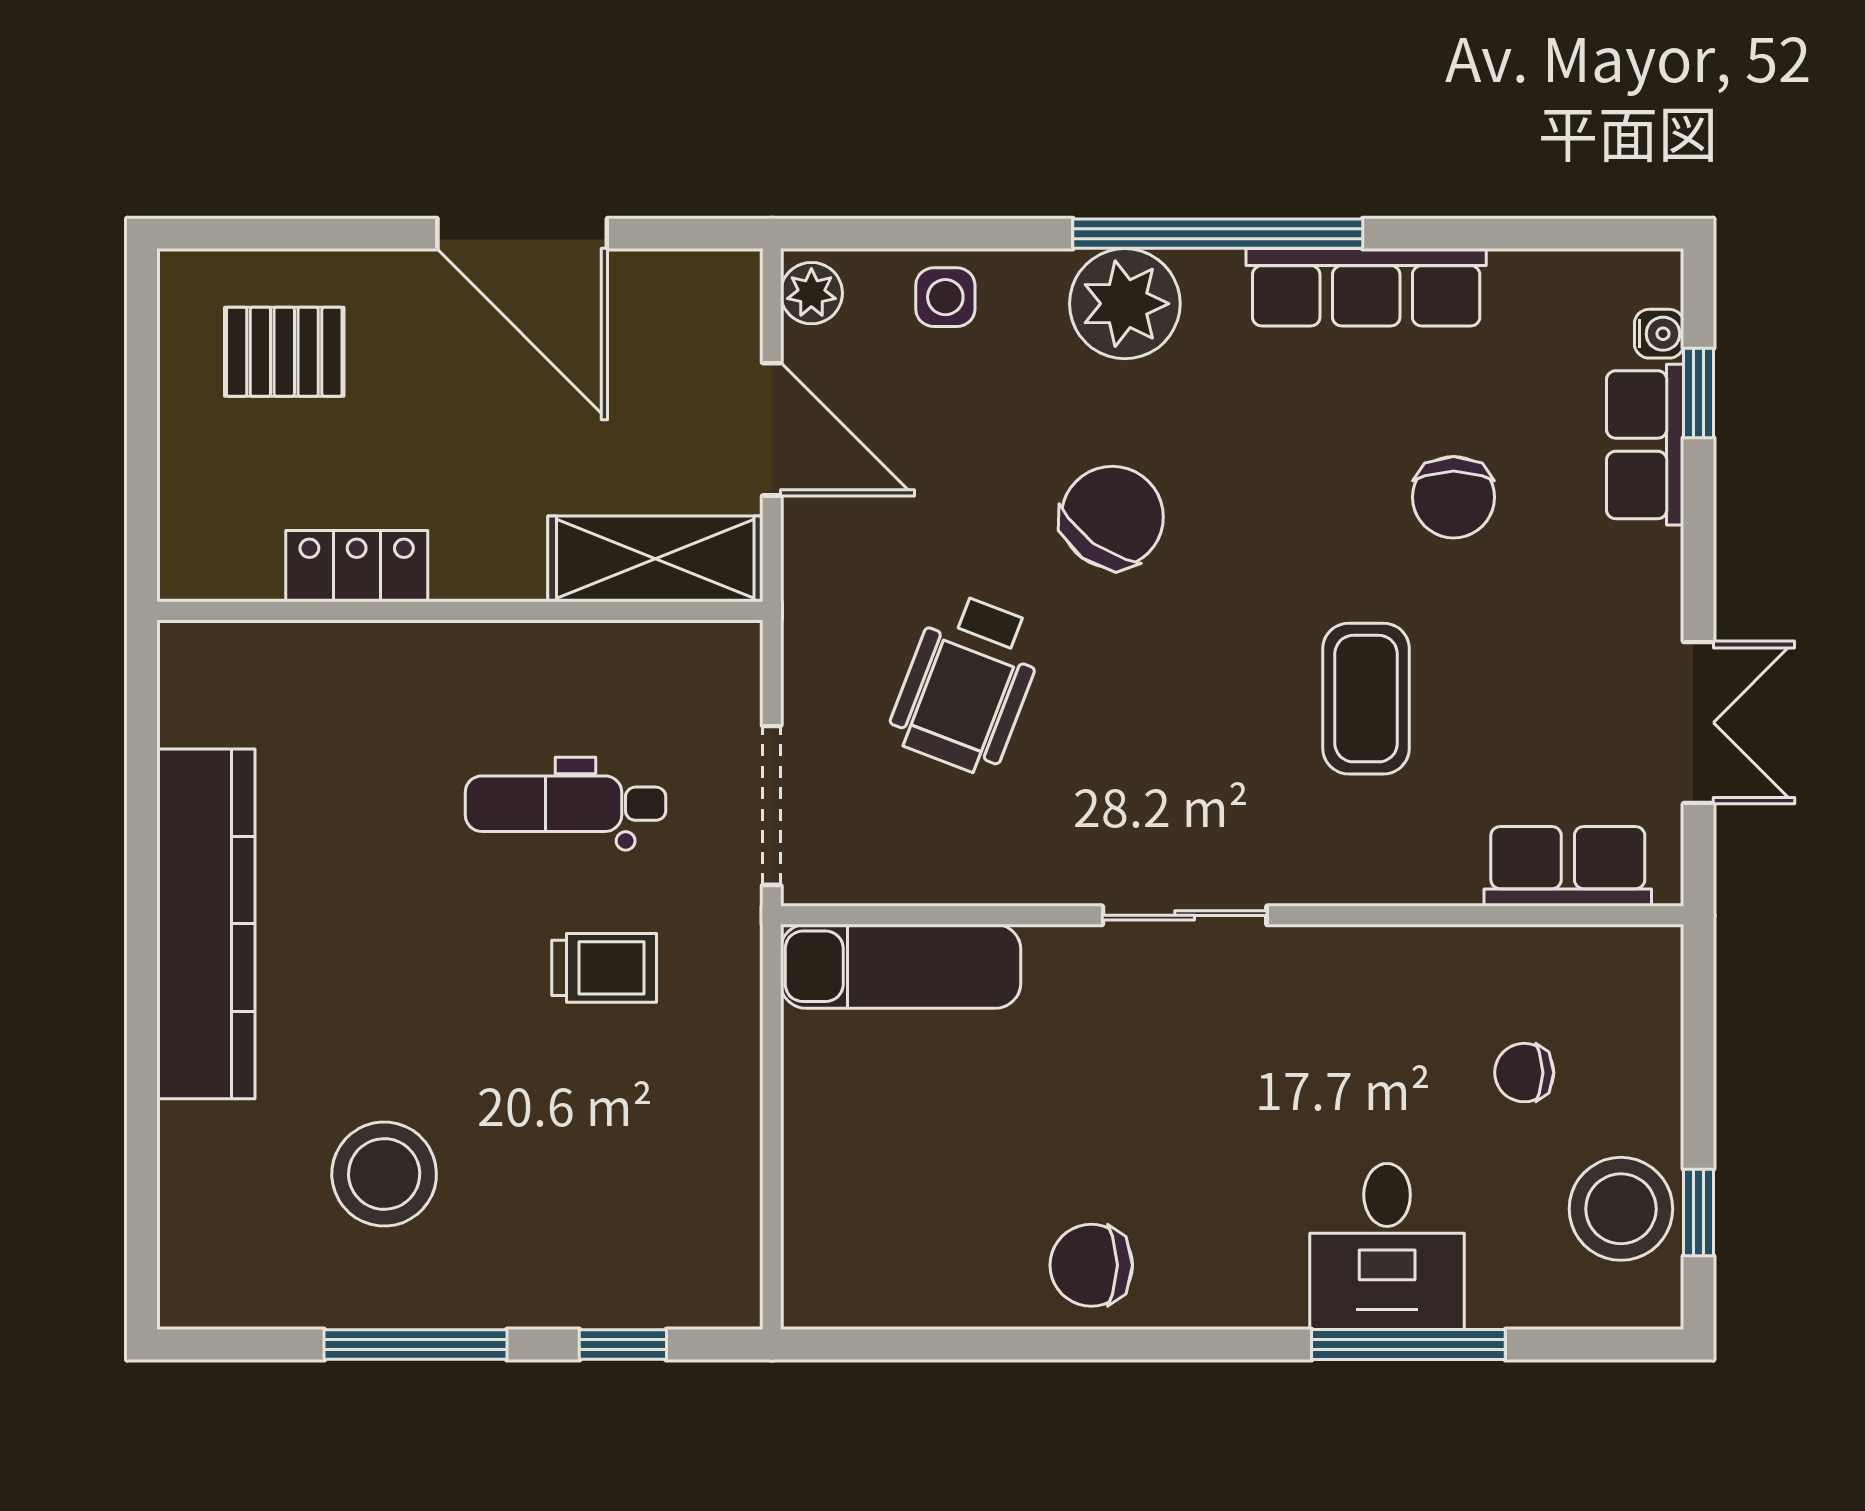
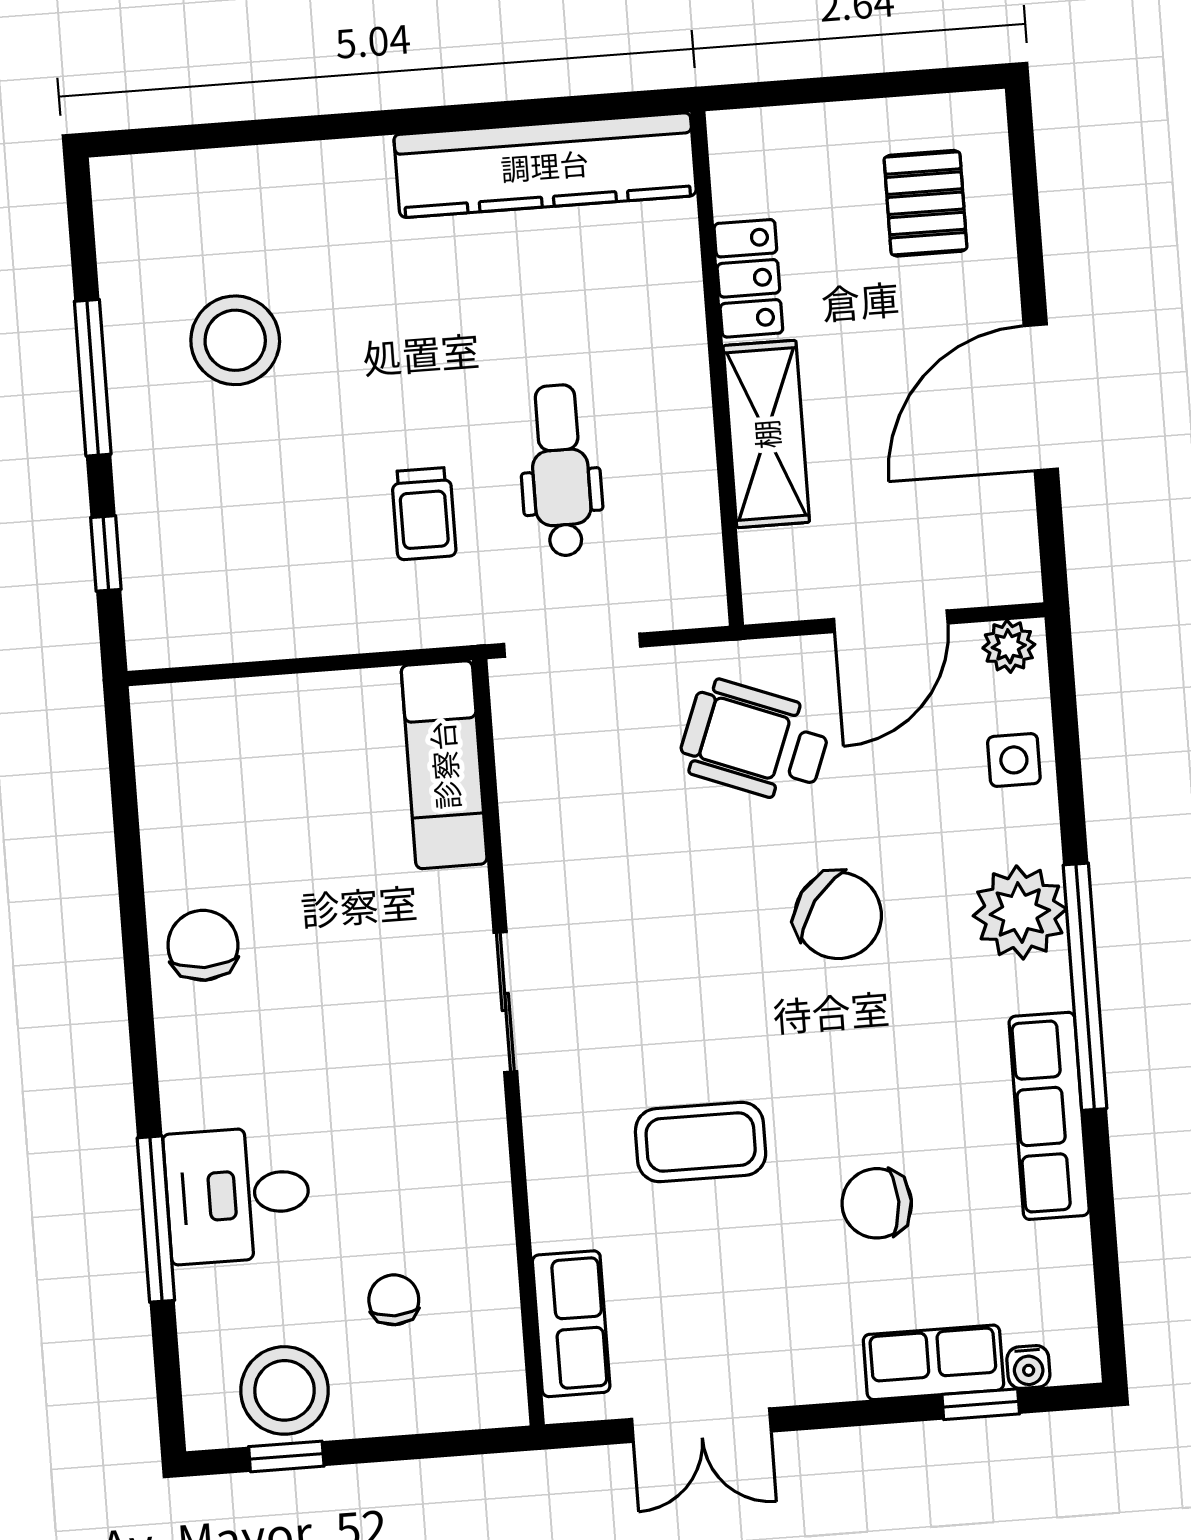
shelving: (655, 559) -> (766, 434), moved
wheelchair: (967, 684) -> (755, 741), moved
kitchen counter: (206, 924) -> (545, 165), moved

